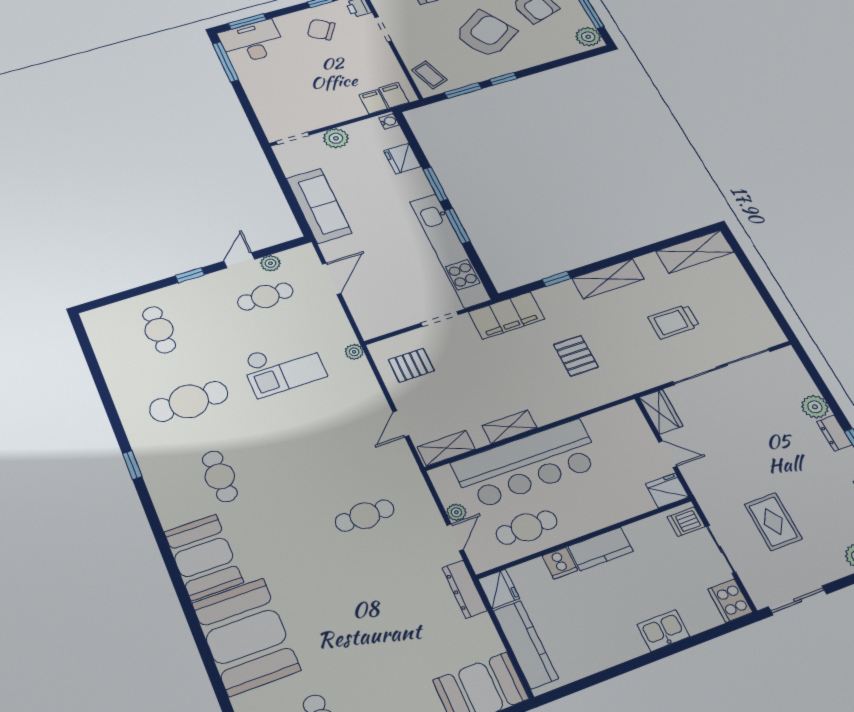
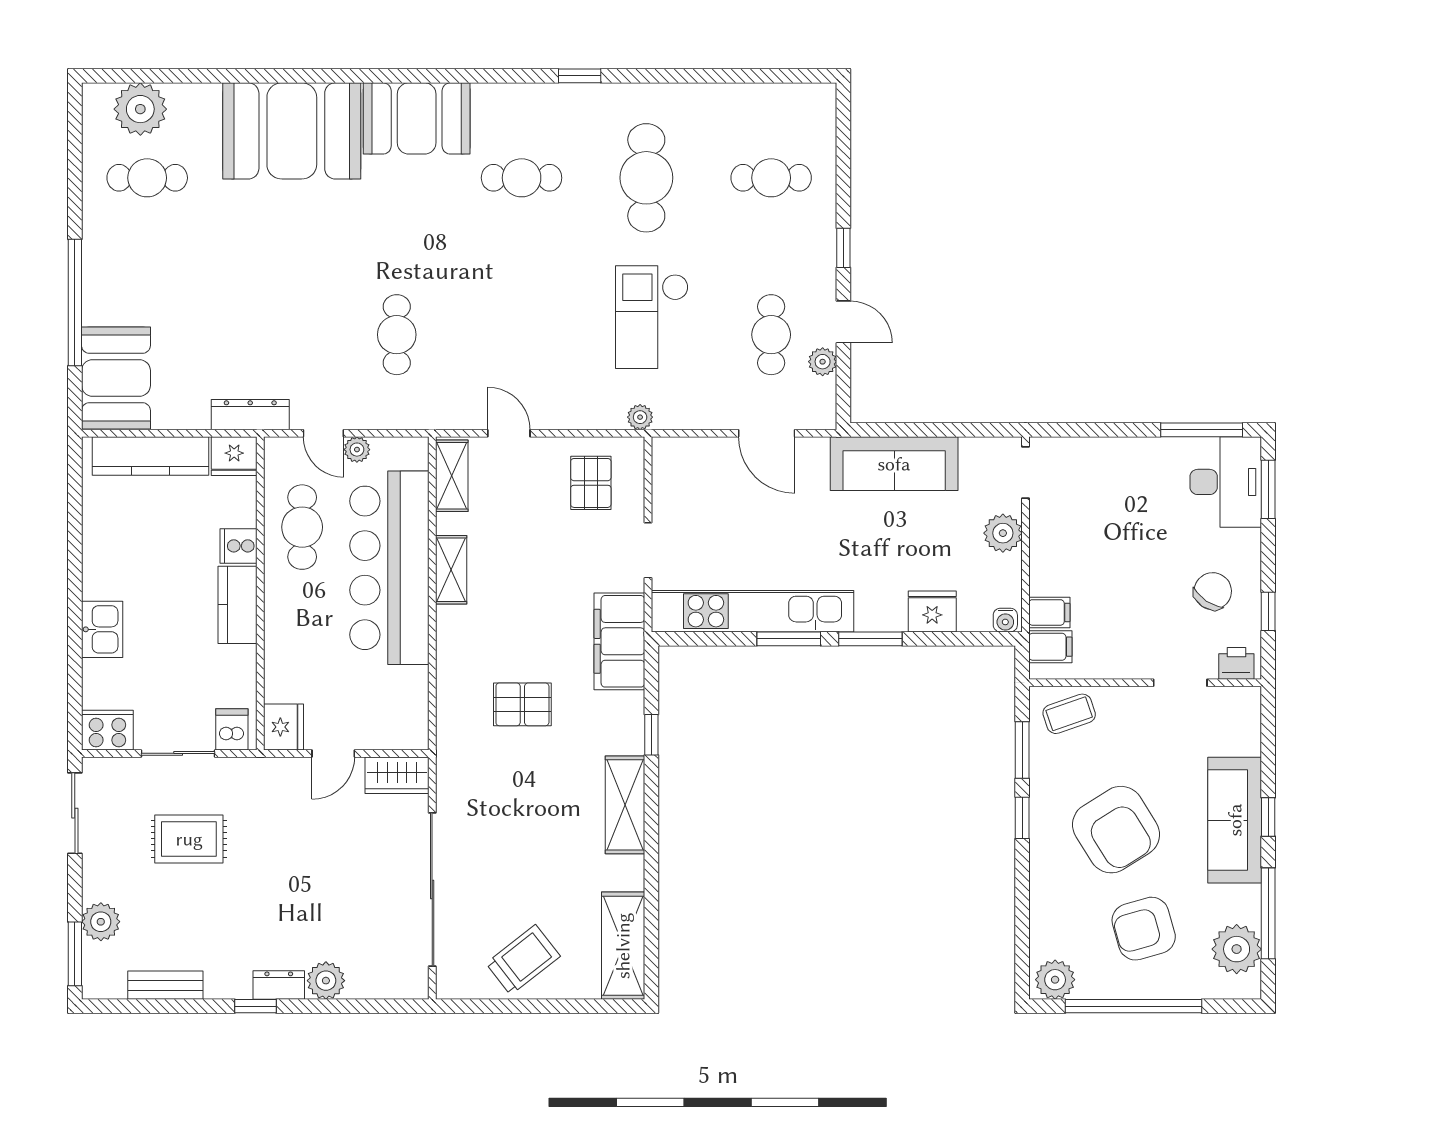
trolley: (674, 322) -> (523, 960), moved, turned 52

